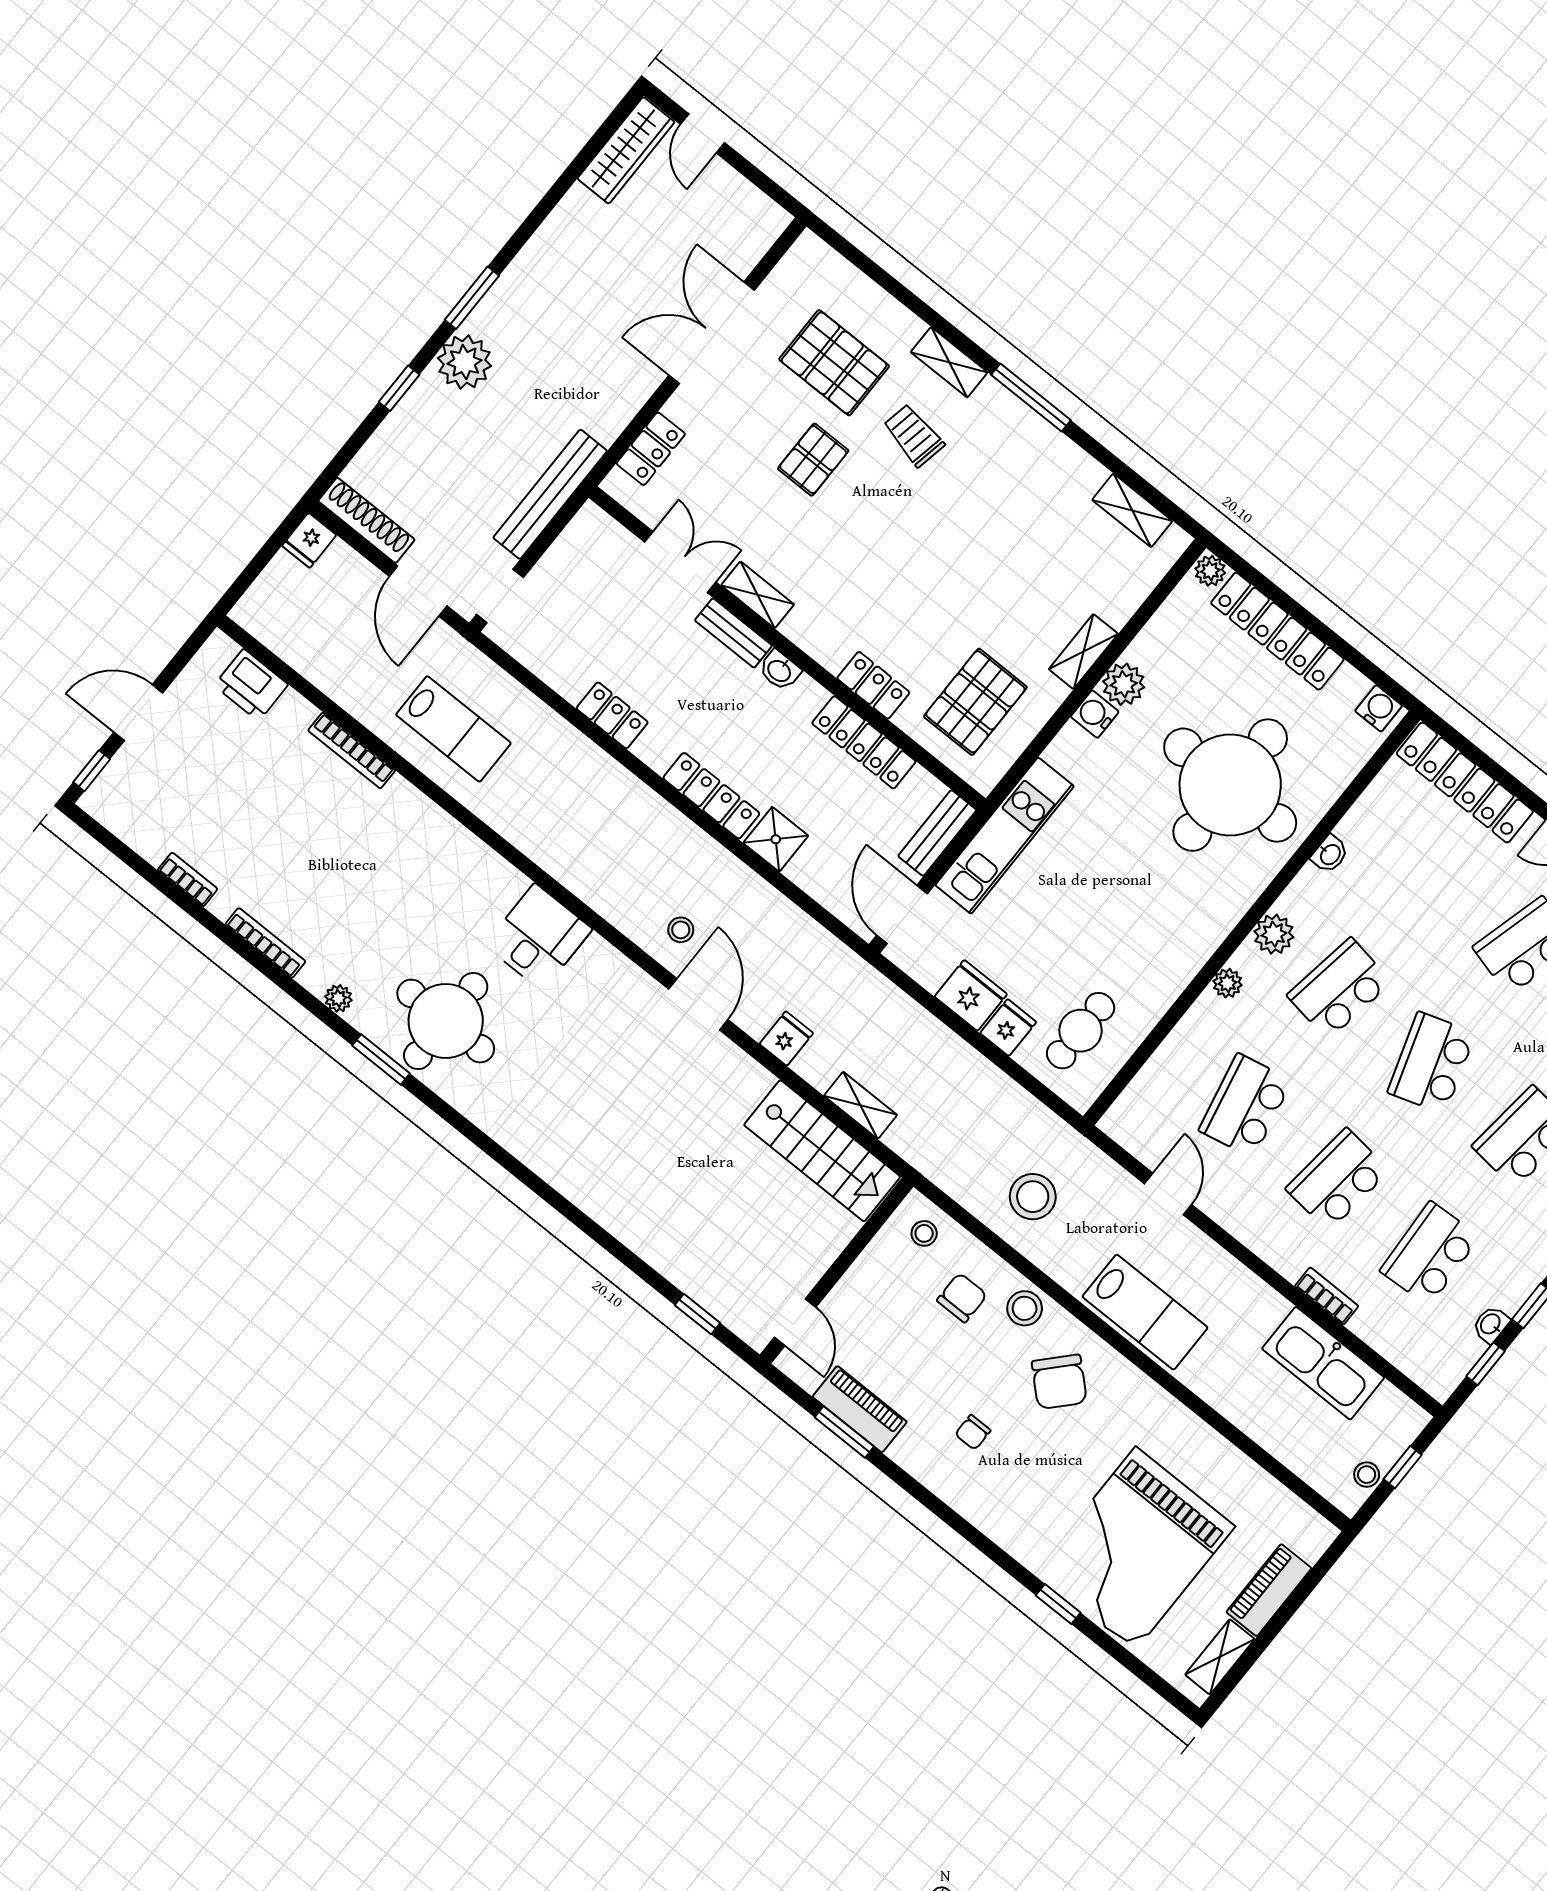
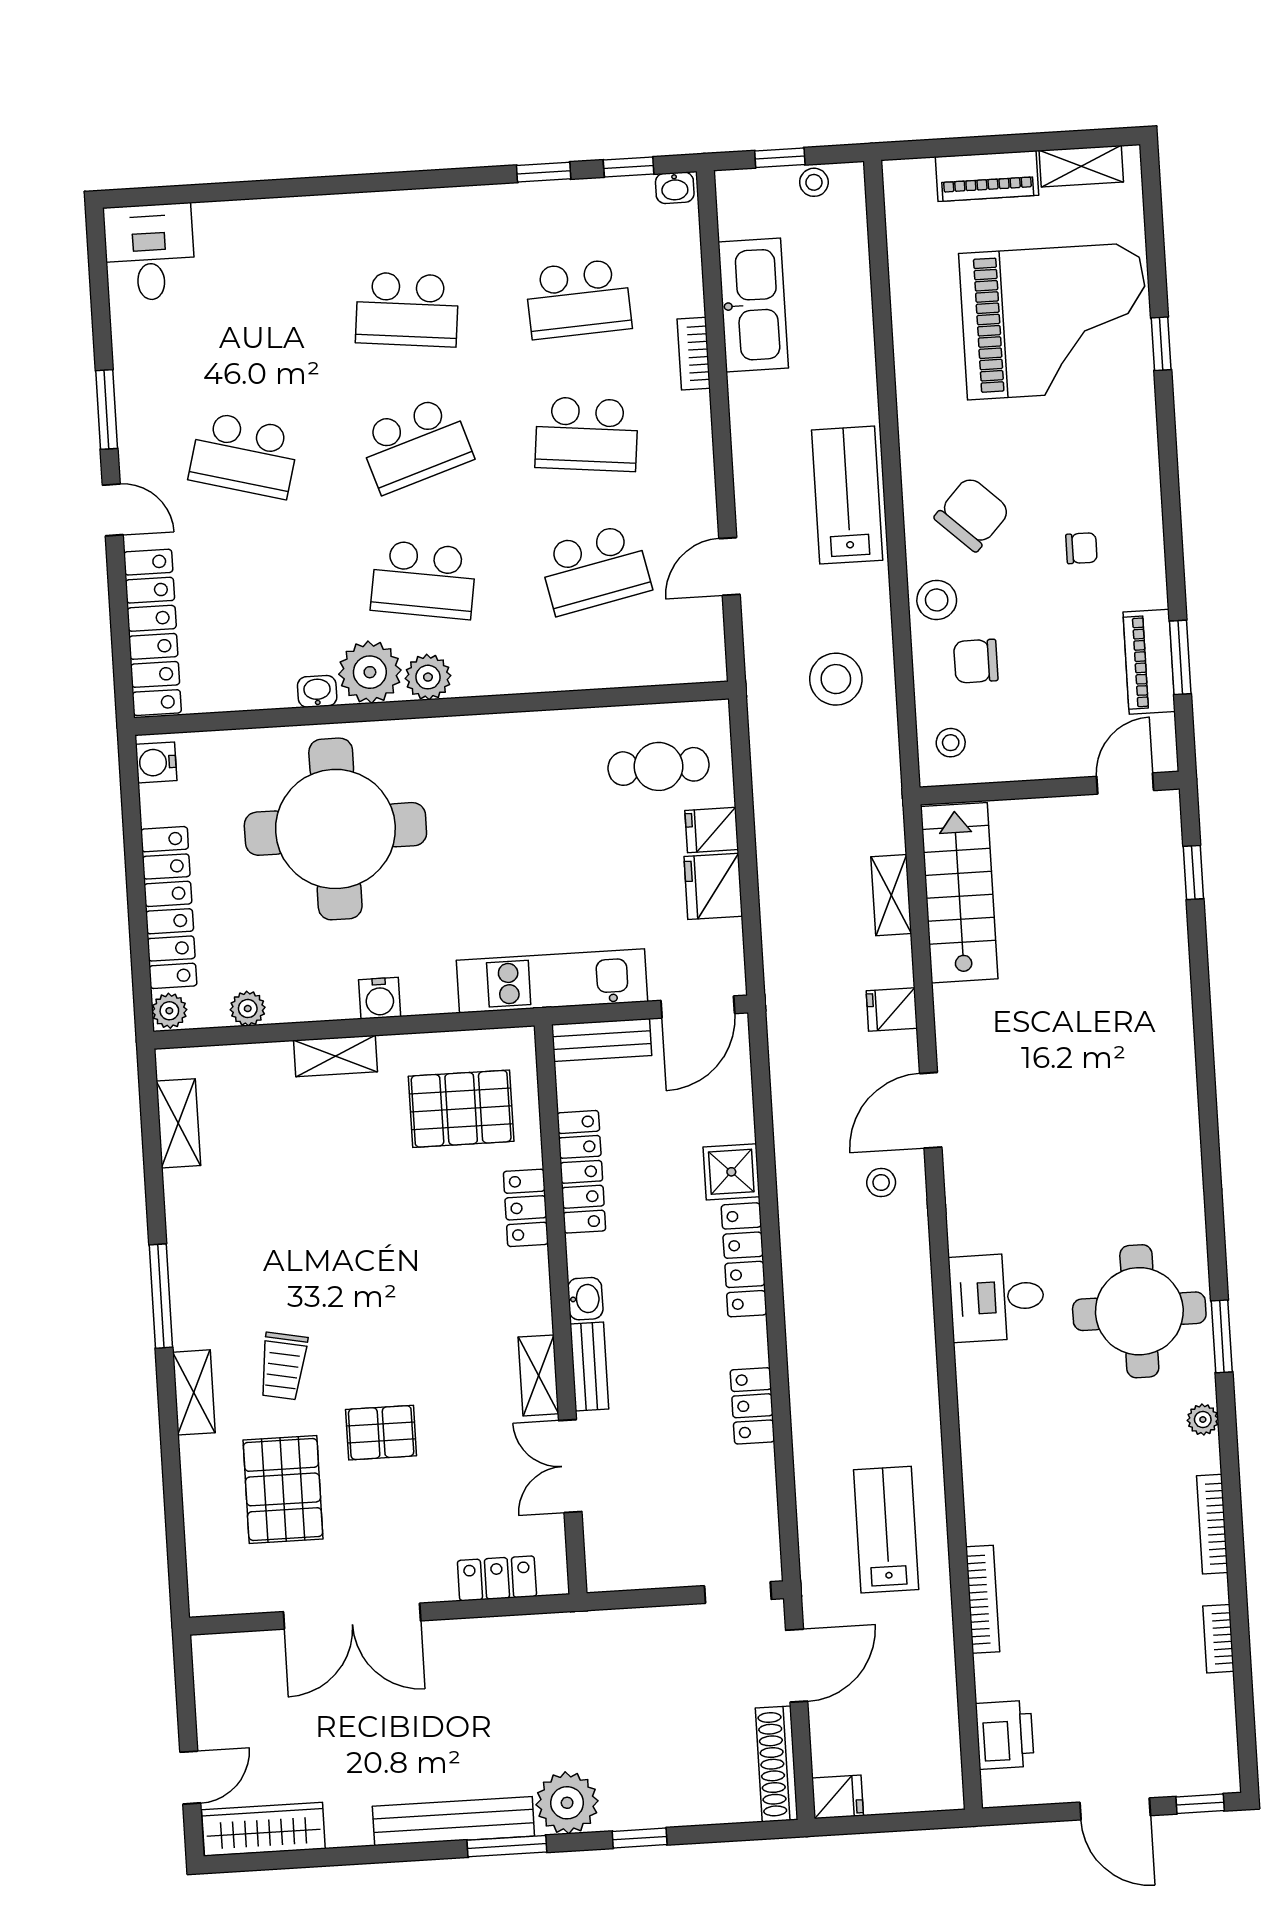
bench: (550, 494) -> (453, 1821), moved
plant: (1124, 684) -> (248, 1009), moved, width x0.73, depth x0.73
plant: (1228, 983) -> (370, 672), moved, width x1.88, depth x1.88
washbasin: (1491, 1324) -> (675, 188), moved

